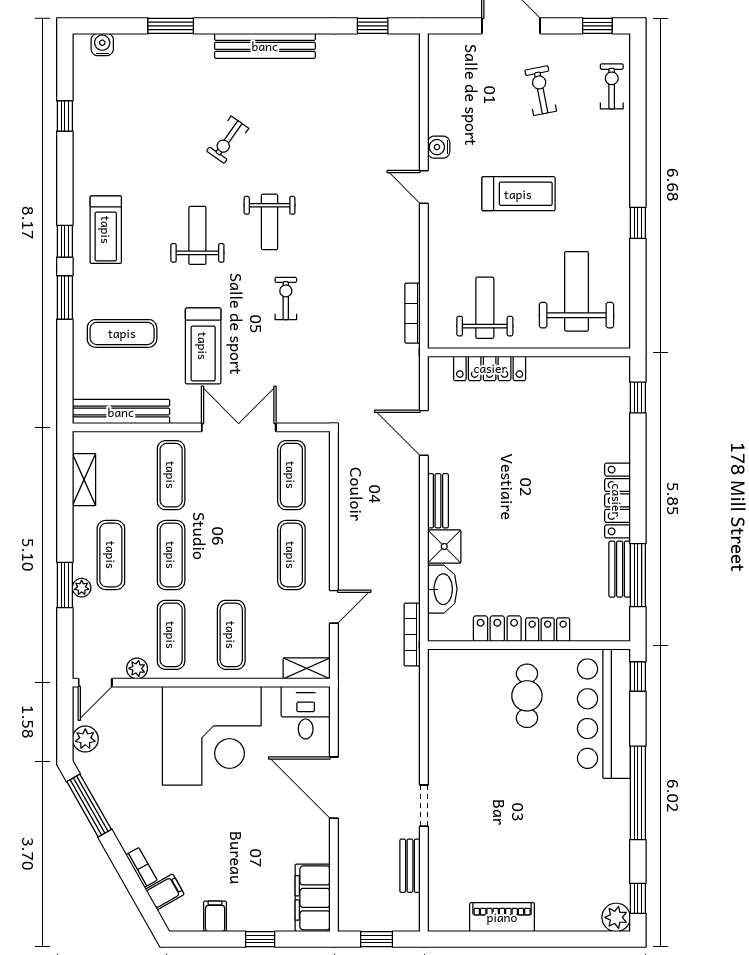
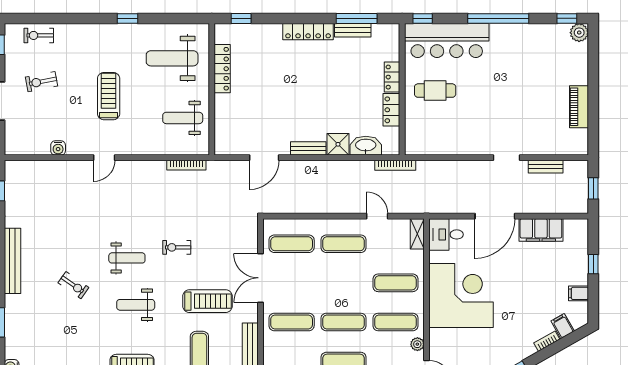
water cooler: (439, 147) -> (58, 148), moved
locker: (490, 368) -> (222, 69), moved
filing cabinet: (313, 898) -> (541, 230), moved

